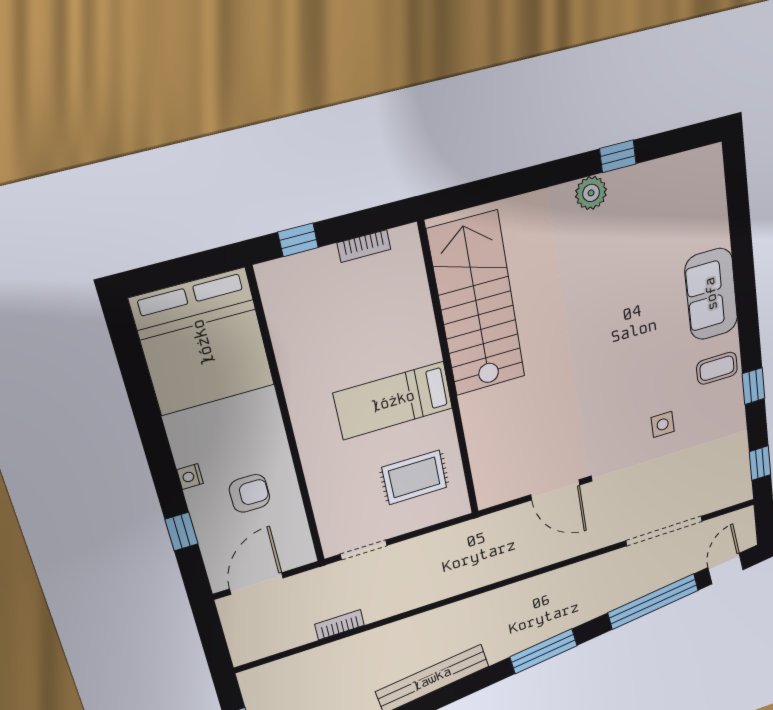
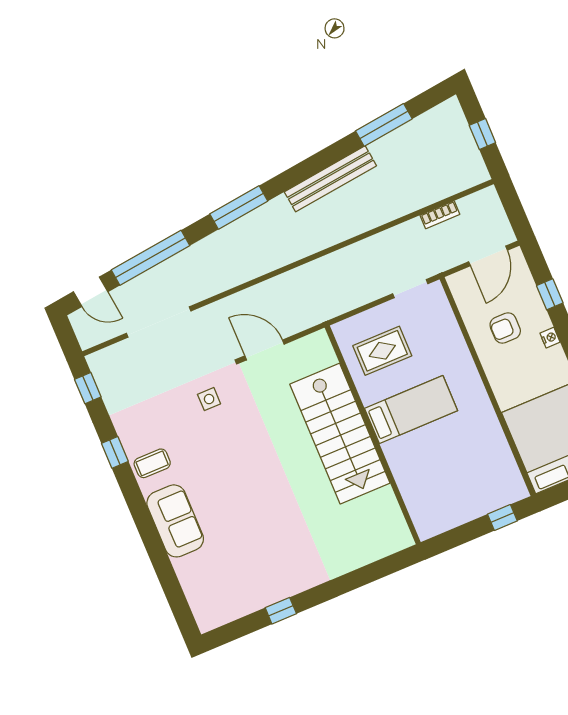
plant: (591, 193) -> (295, 582), removed
bookcase: (364, 246) -> (455, 520), removed
stairs: (477, 304) -> (340, 434), moved
side table: (663, 424) -> (209, 399), moved
door: (726, 569) -> (91, 292), hinge flipped
bookcase: (340, 625) -> (440, 215), moved

